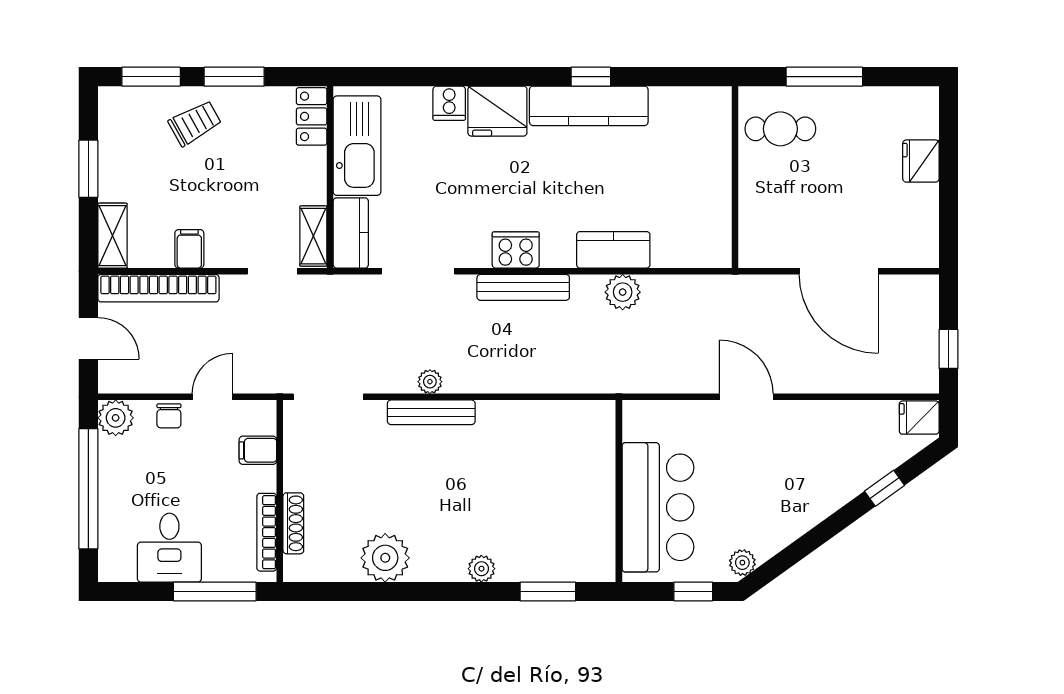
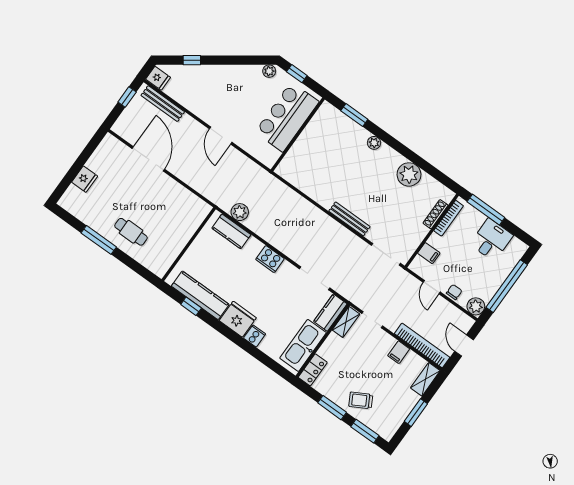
wall: (735, 177) -> (189, 244), moved
bench: (523, 287) -> (163, 104), moved
plant: (430, 382) -> (341, 231), removed
door: (212, 397) -> (432, 287), hinge flipped

